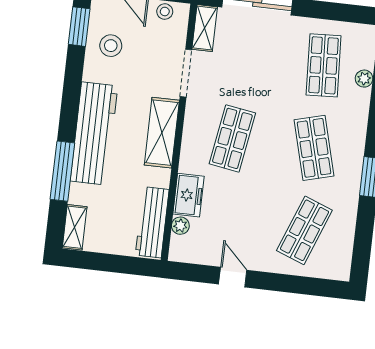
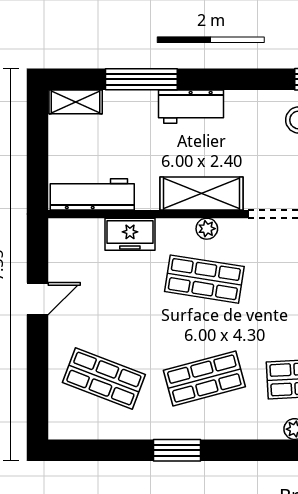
workbench: (94, 134) -> (191, 107), width x0.53, depth x0.76
plant: (180, 226) -> (207, 229), moved

